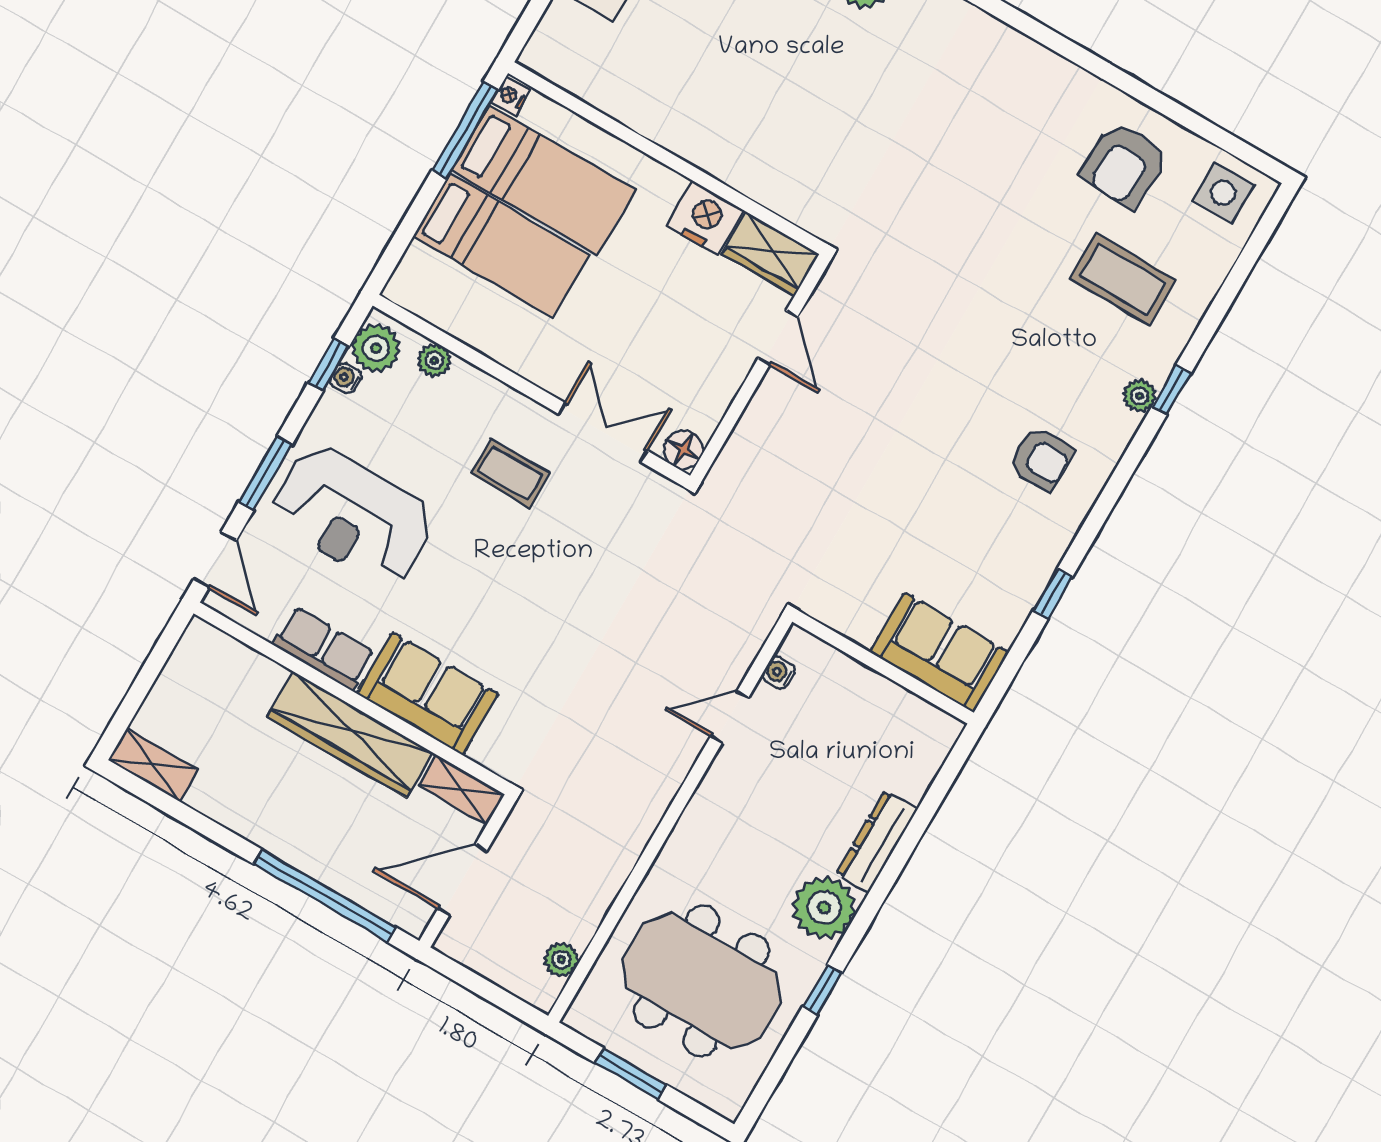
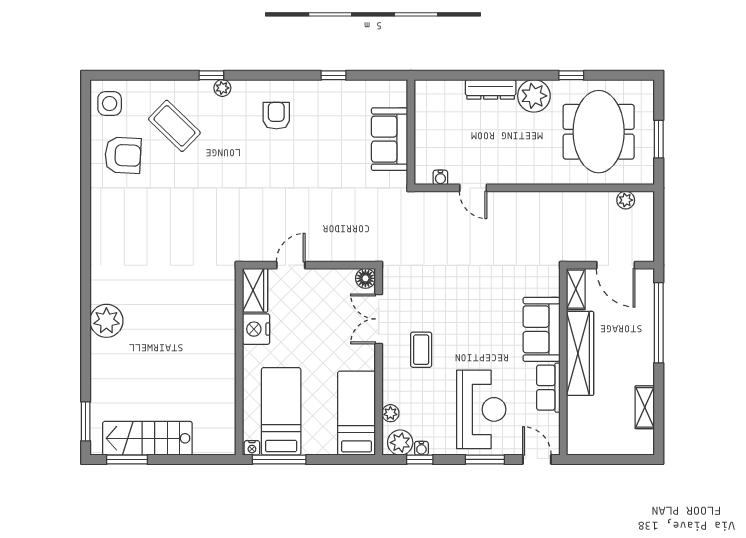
bed: (501, 246) -> (356, 413), moved
coffee table: (1123, 279) -> (174, 126), turned -46
door: (215, 560) -> (537, 459), hinge flipped
sofa: (939, 652) -> (390, 139), moved
shelving: (153, 765) -> (645, 407), moved

